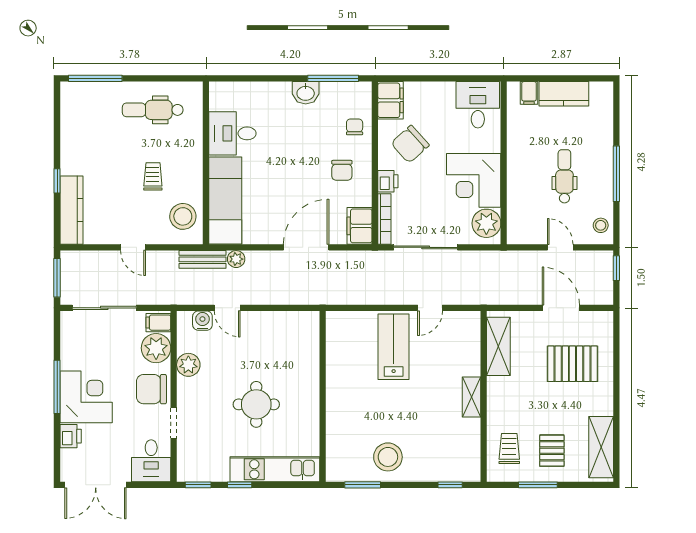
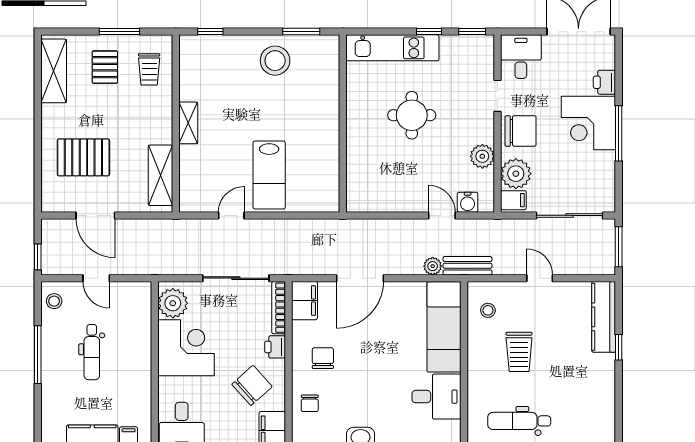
dental chair: (153, 110) -> (519, 421), turned 180
trolley: (153, 176) -> (519, 352), width x1.36, depth x1.39
stool: (183, 216) -> (488, 310), width x0.53, depth x0.53

